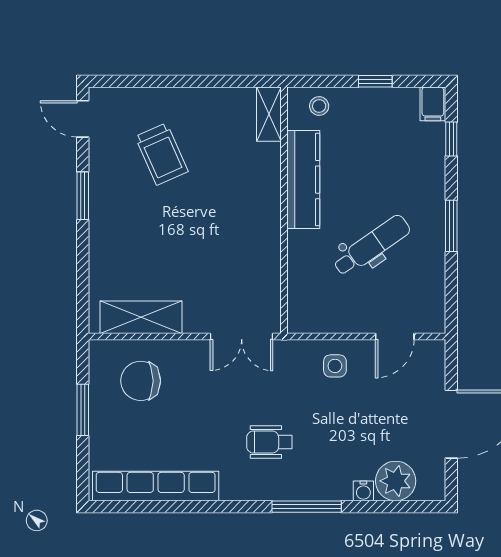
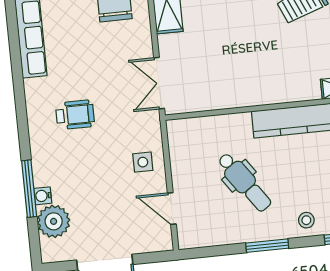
stool: (425, 175) -> (306, 220), added
wheelchair: (269, 442) -> (75, 115), turned 90
window: (307, 507) -> (29, 189), moved

